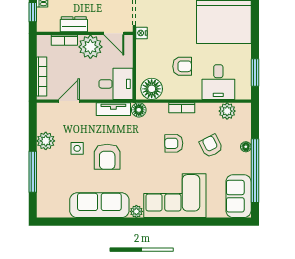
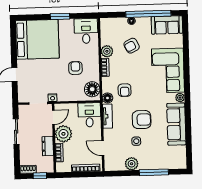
window: (255, 73) -> (60, 16), moved
desk: (218, 82) -> (86, 31), moved, turned -90
plant: (227, 111) -> (107, 51), moved
armchair: (174, 143) -> (125, 90), moved

